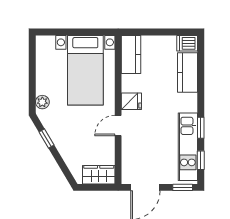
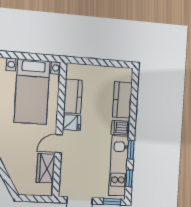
dishwasher: (187, 43) -> (120, 128), moved
kitchen counter: (131, 54) -> (73, 97), moved
wardrobe: (99, 175) -> (46, 168), moved, turned -90

